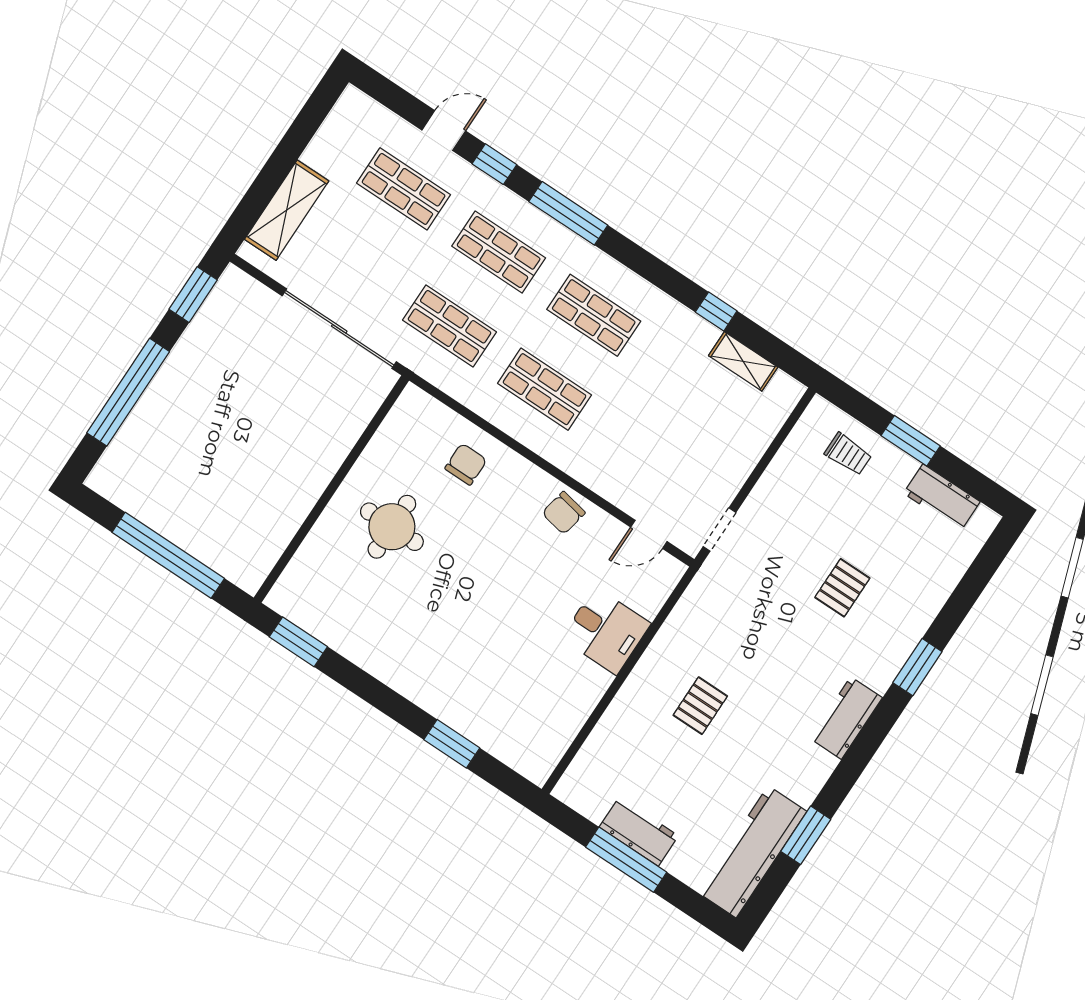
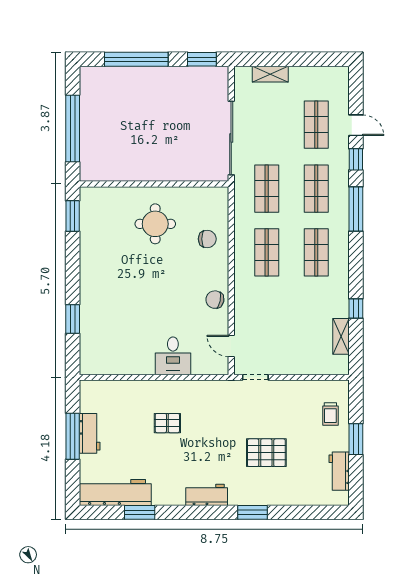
shelving: (287, 210) -> (270, 74), width x0.67, depth x0.75
pallet: (842, 588) -> (266, 453), width x1.50, depth x1.42

